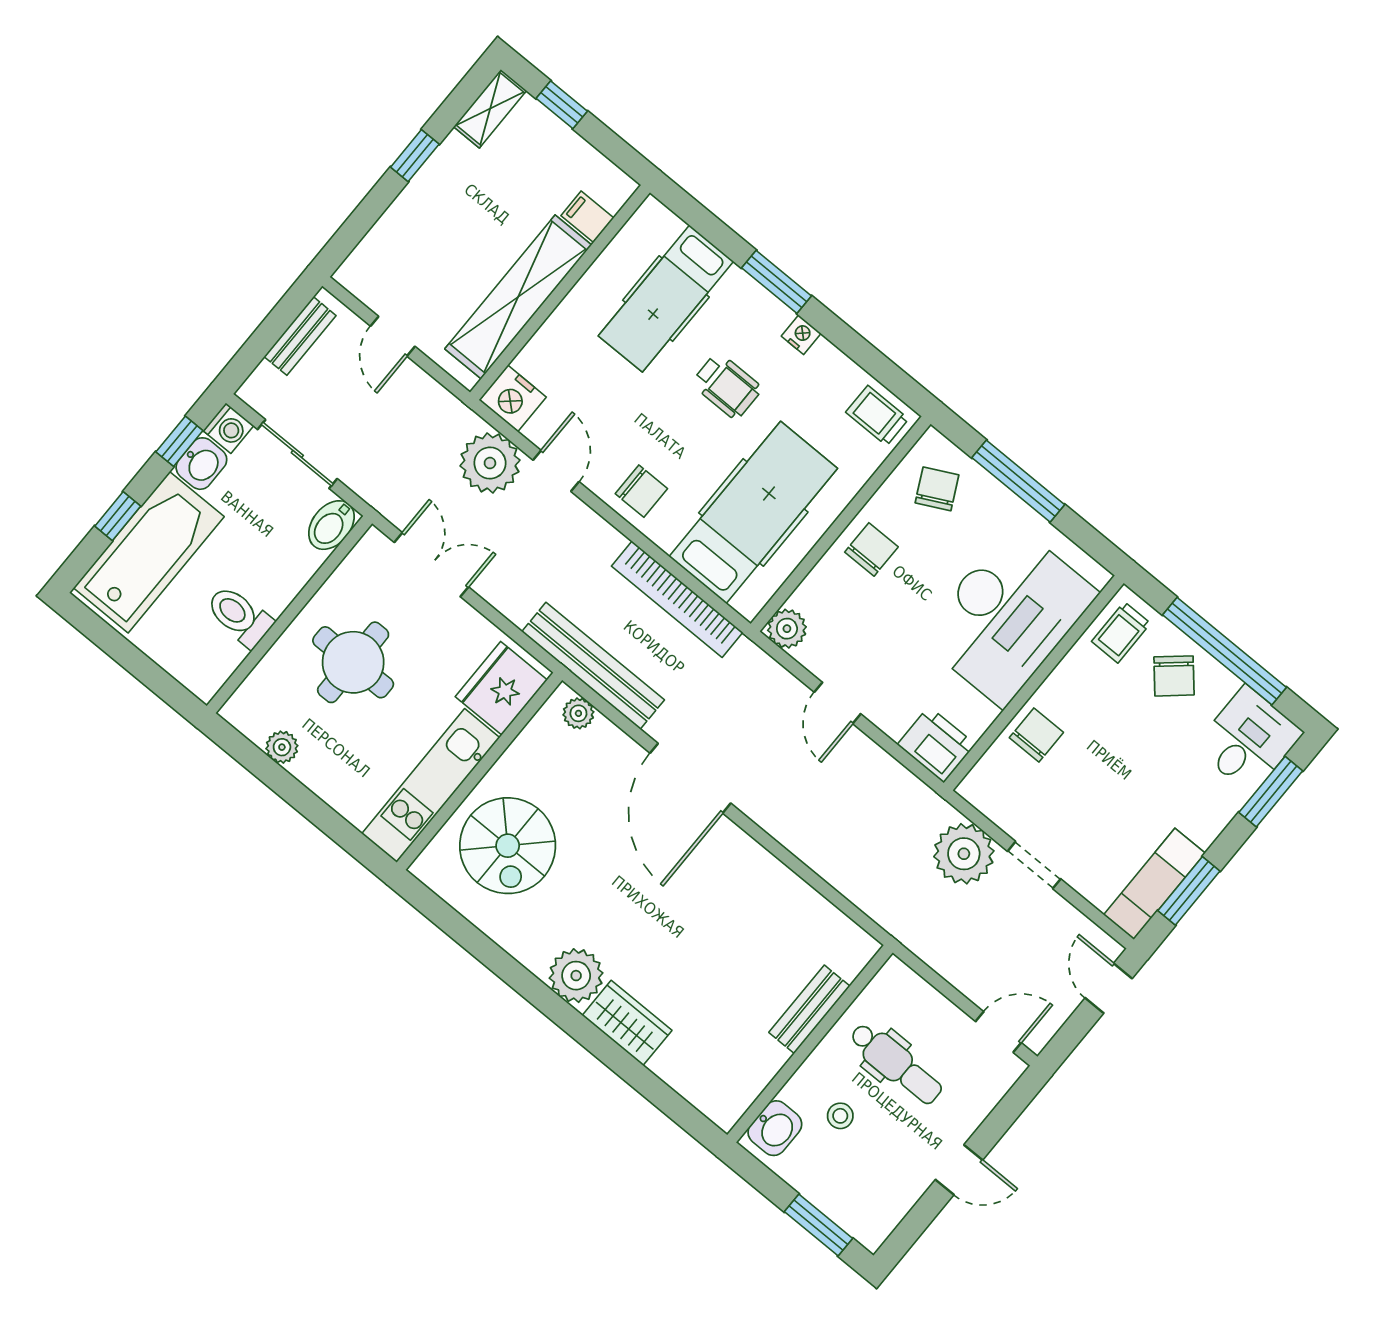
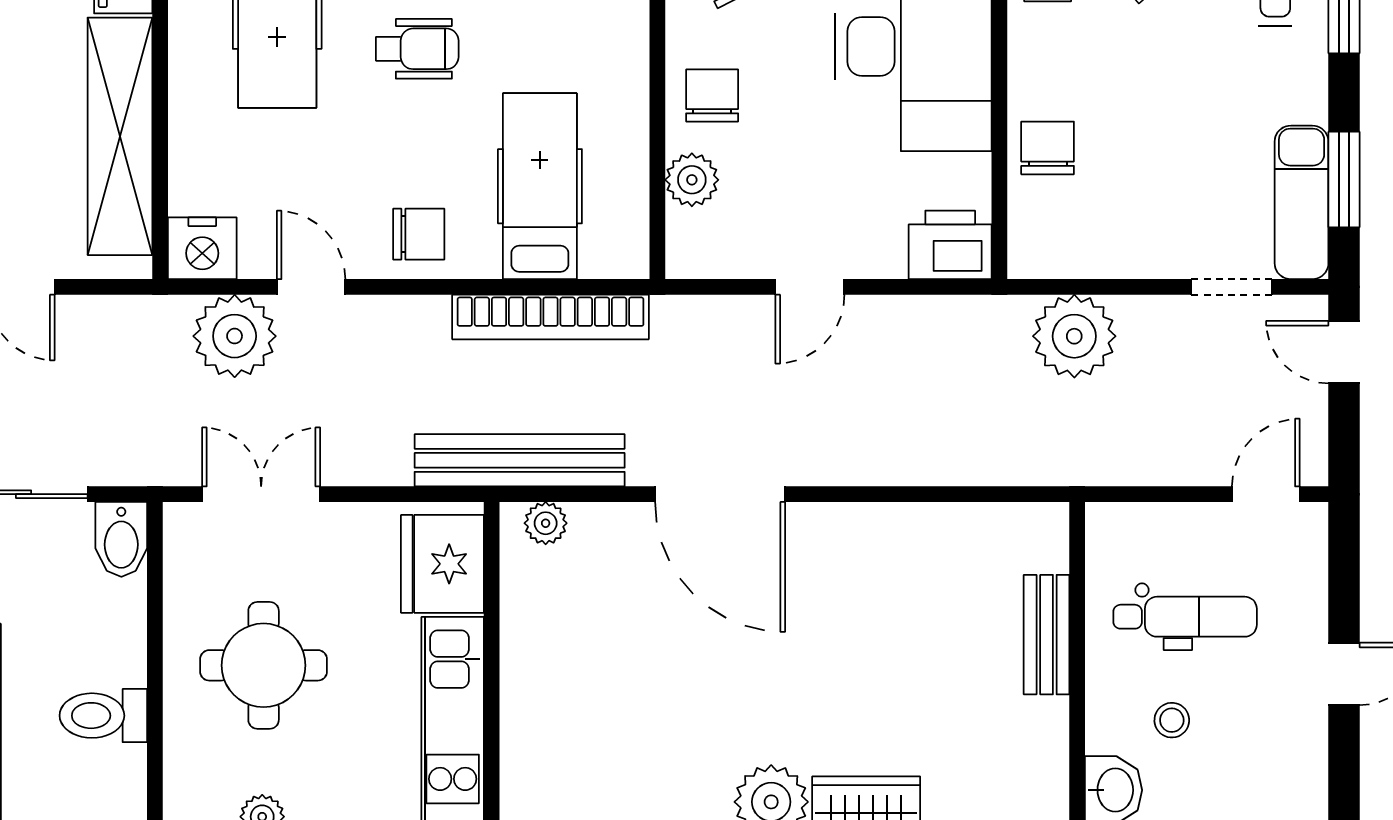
hospital bed: (753, 512) -> (540, 186), width x0.73, depth x0.78
plant: (787, 629) -> (692, 180), moved
door: (838, 703) -> (810, 287), hinge flipped
spiral stairs: (508, 846) -> (586, 724), removed
doorway: (1034, 865) -> (1231, 287), moved

